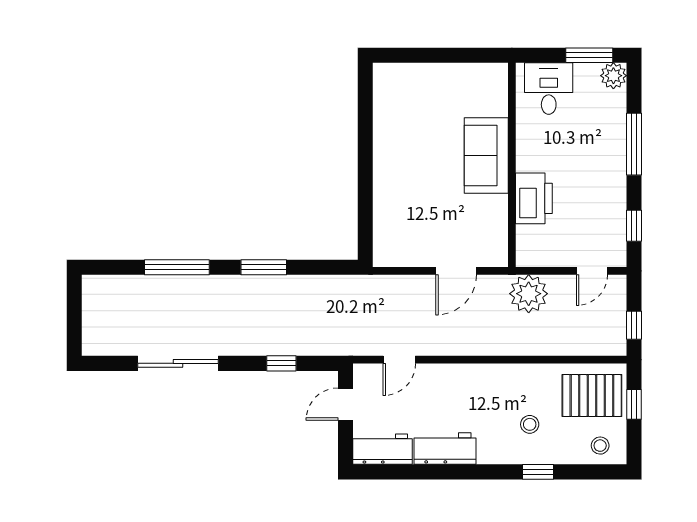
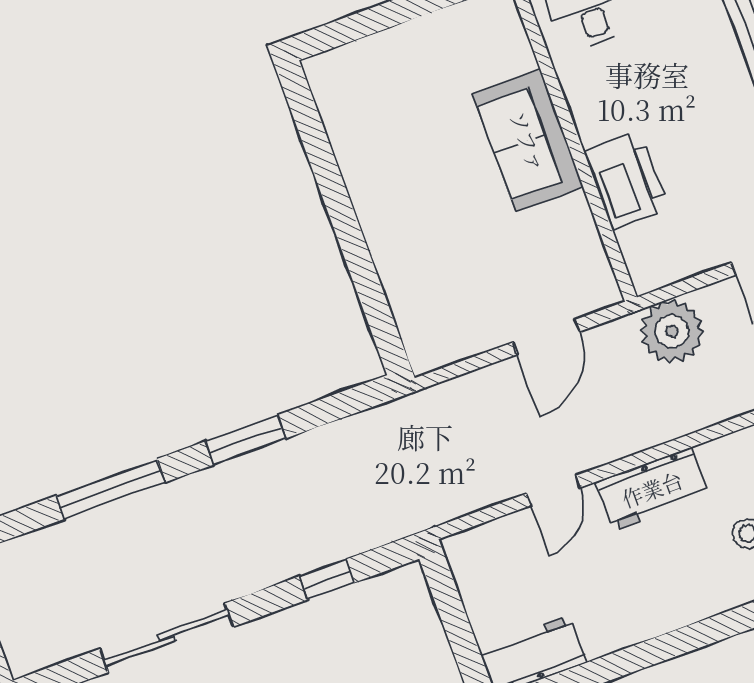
door: (399, 360) -> (553, 490), moved
door: (345, 404) -> (450, 606), removed
workbench: (445, 449) -> (652, 489), moved, turned 180

